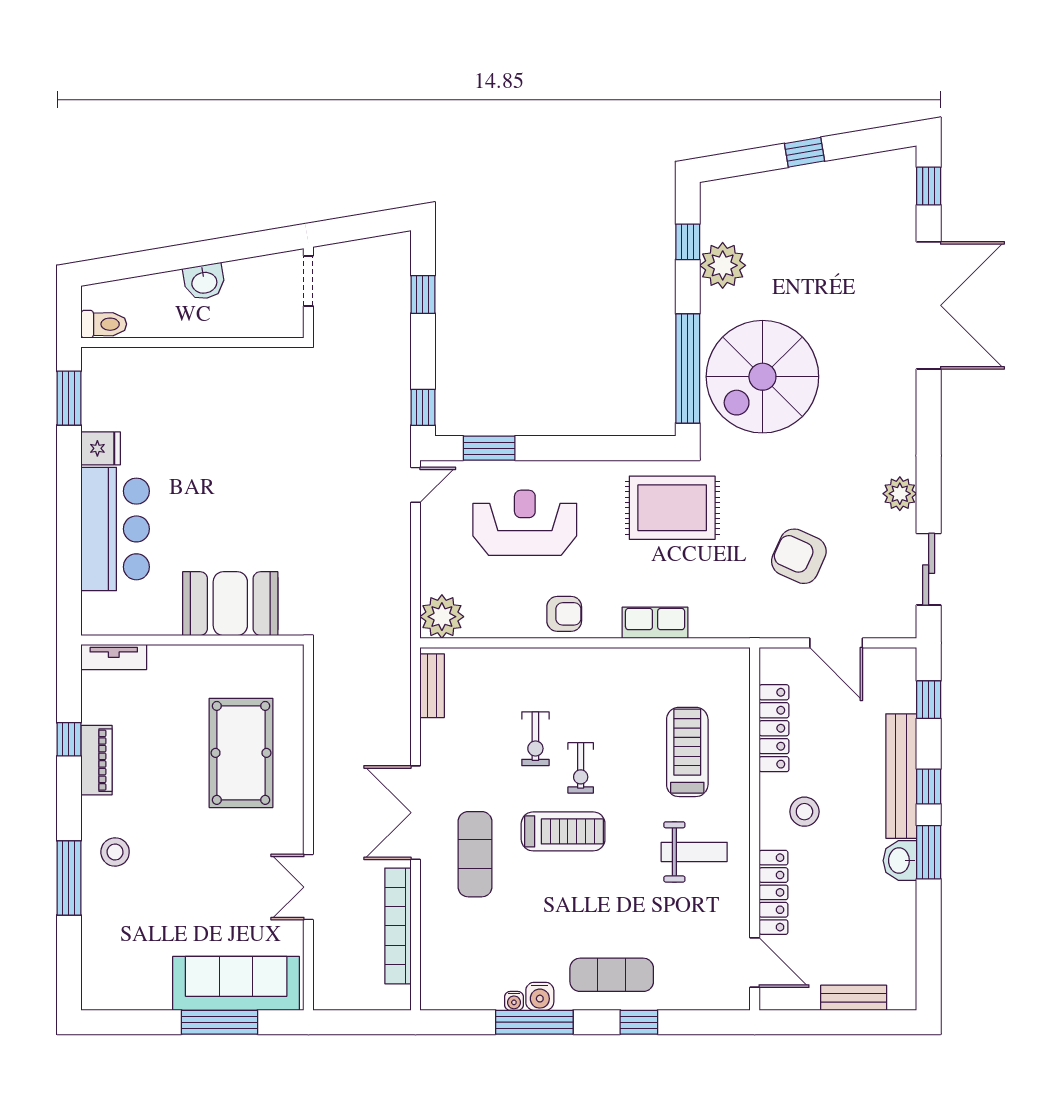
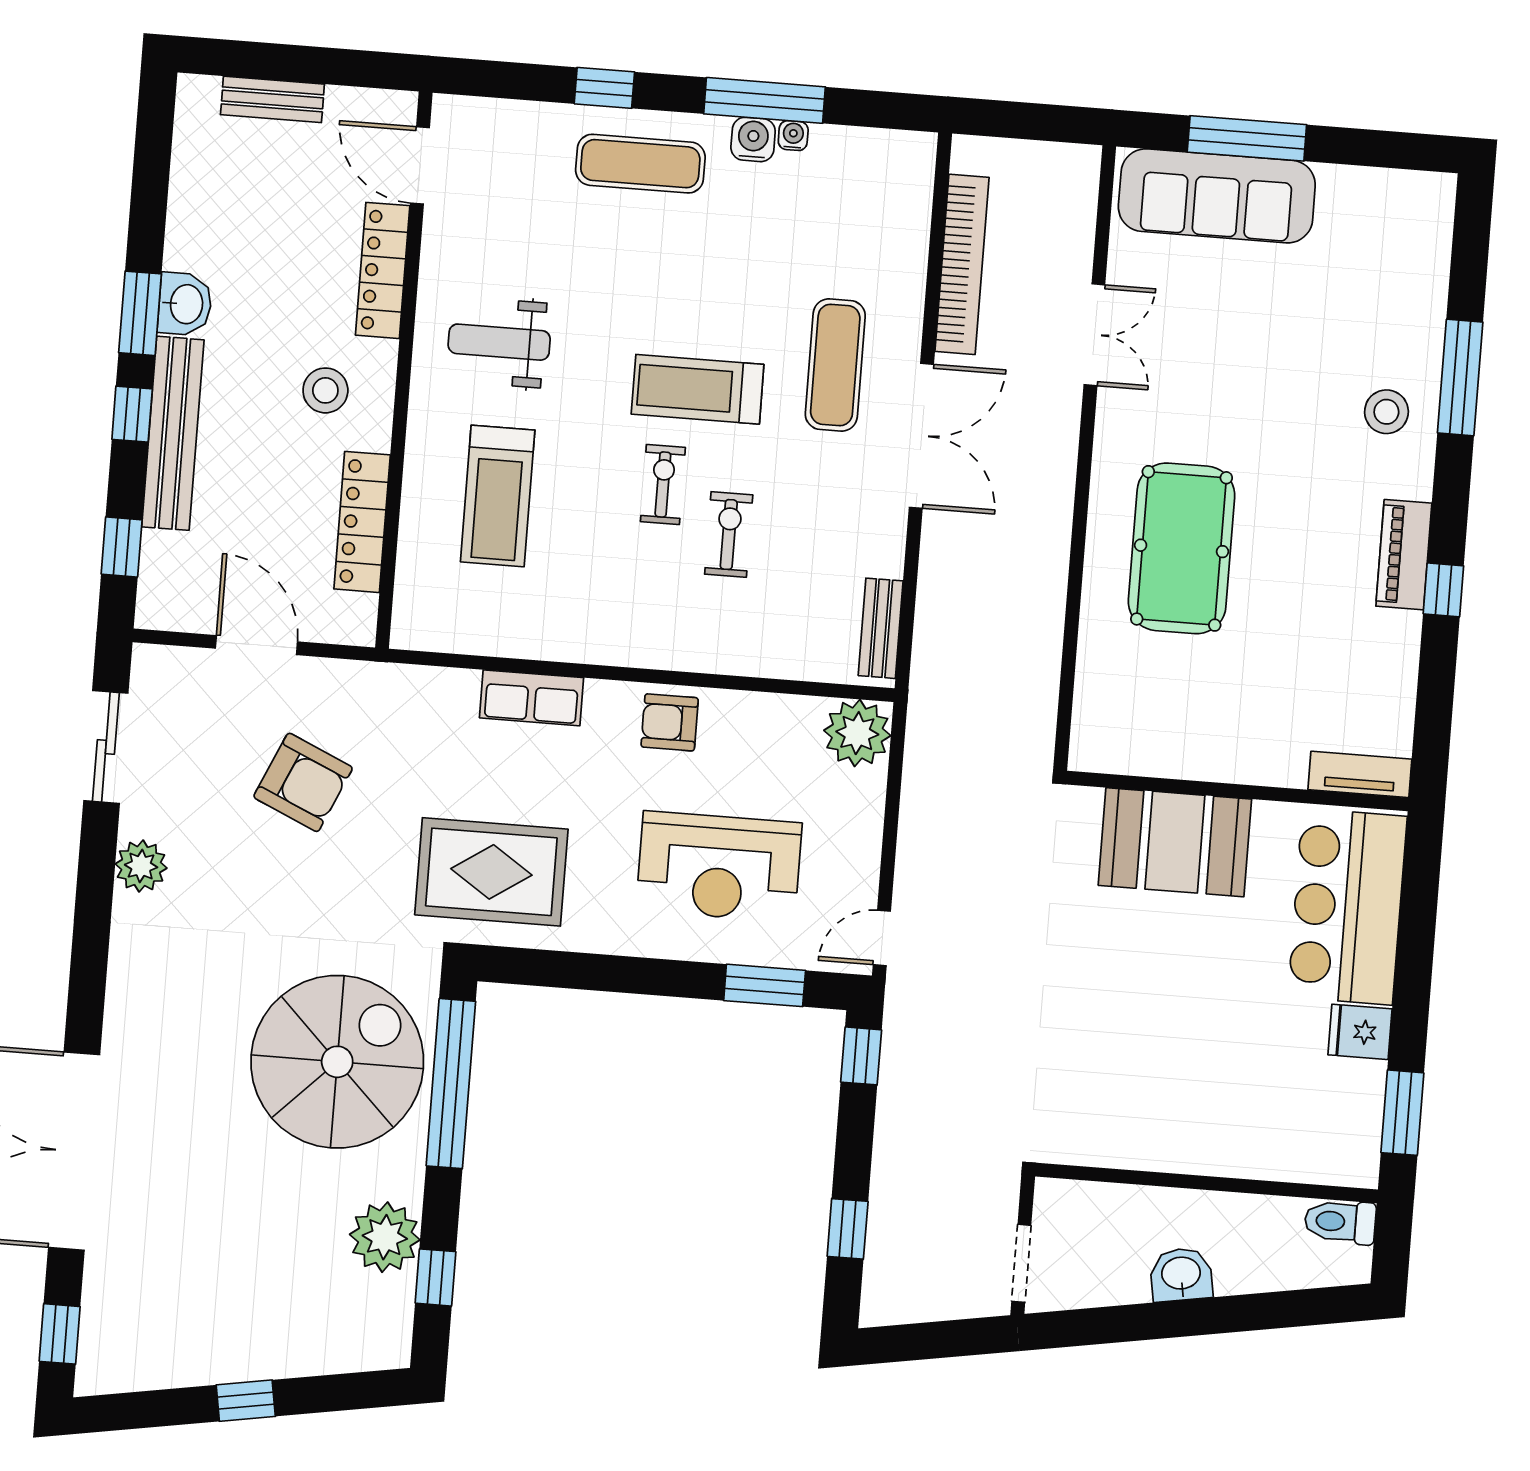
booth: (230, 604) -> (1175, 842), moved
wall: (192, 640) -> (1237, 791), moved
tv unit: (114, 657) -> (1360, 774), moved

